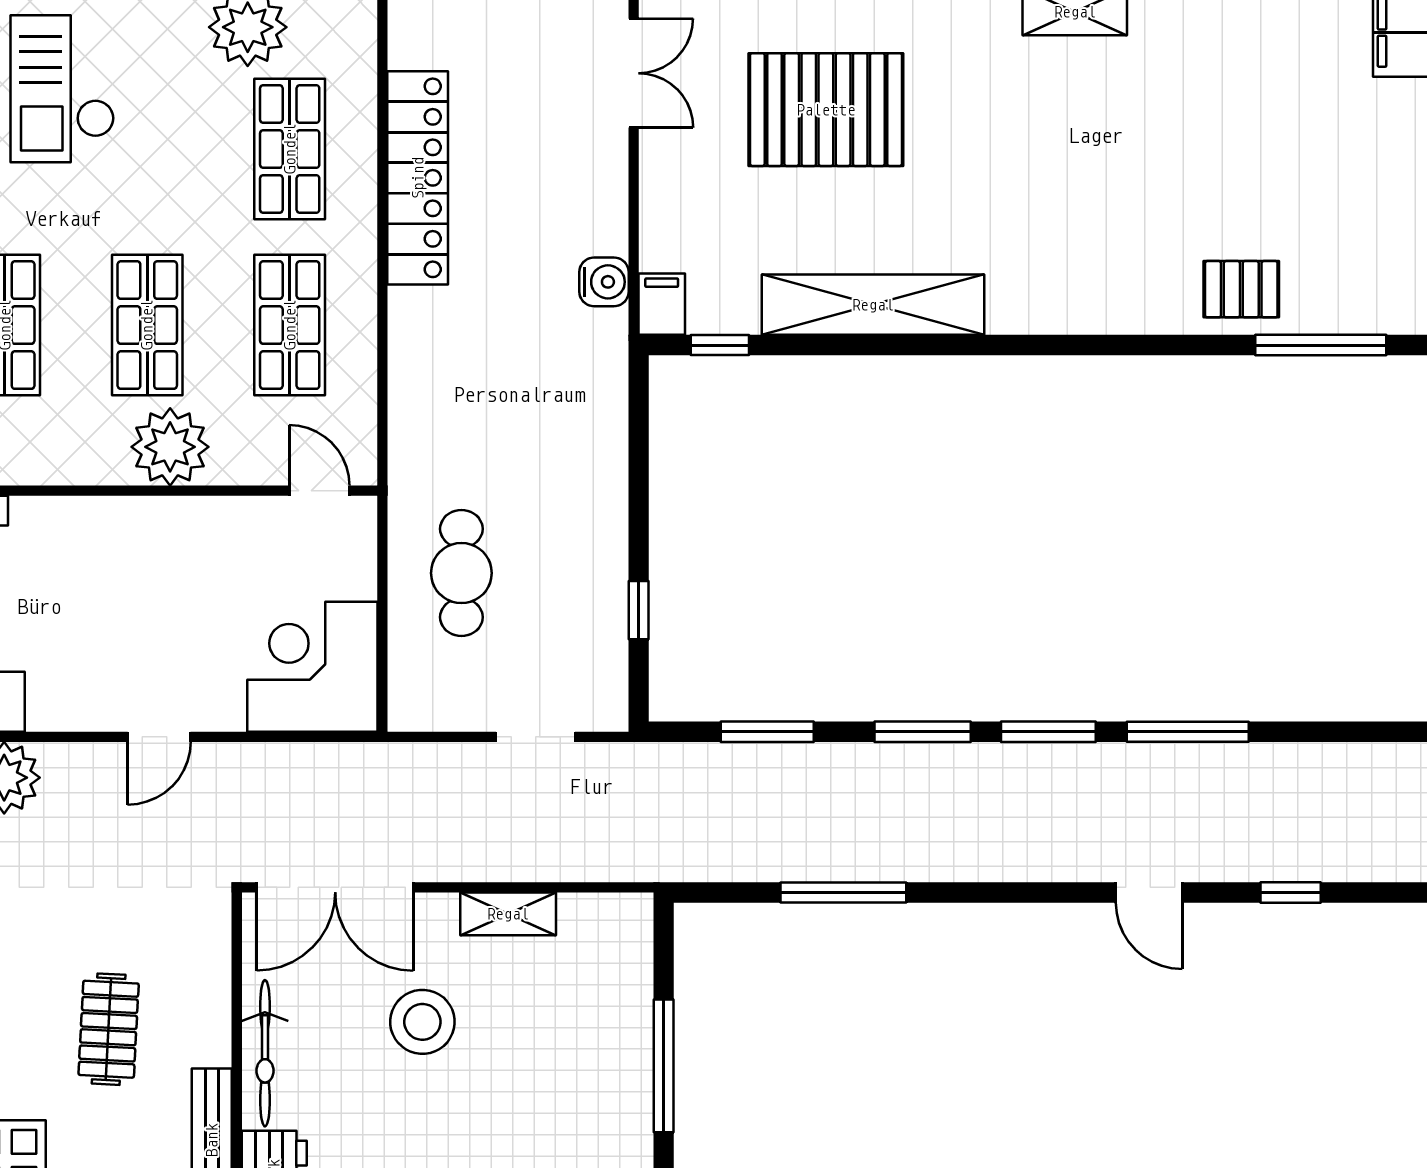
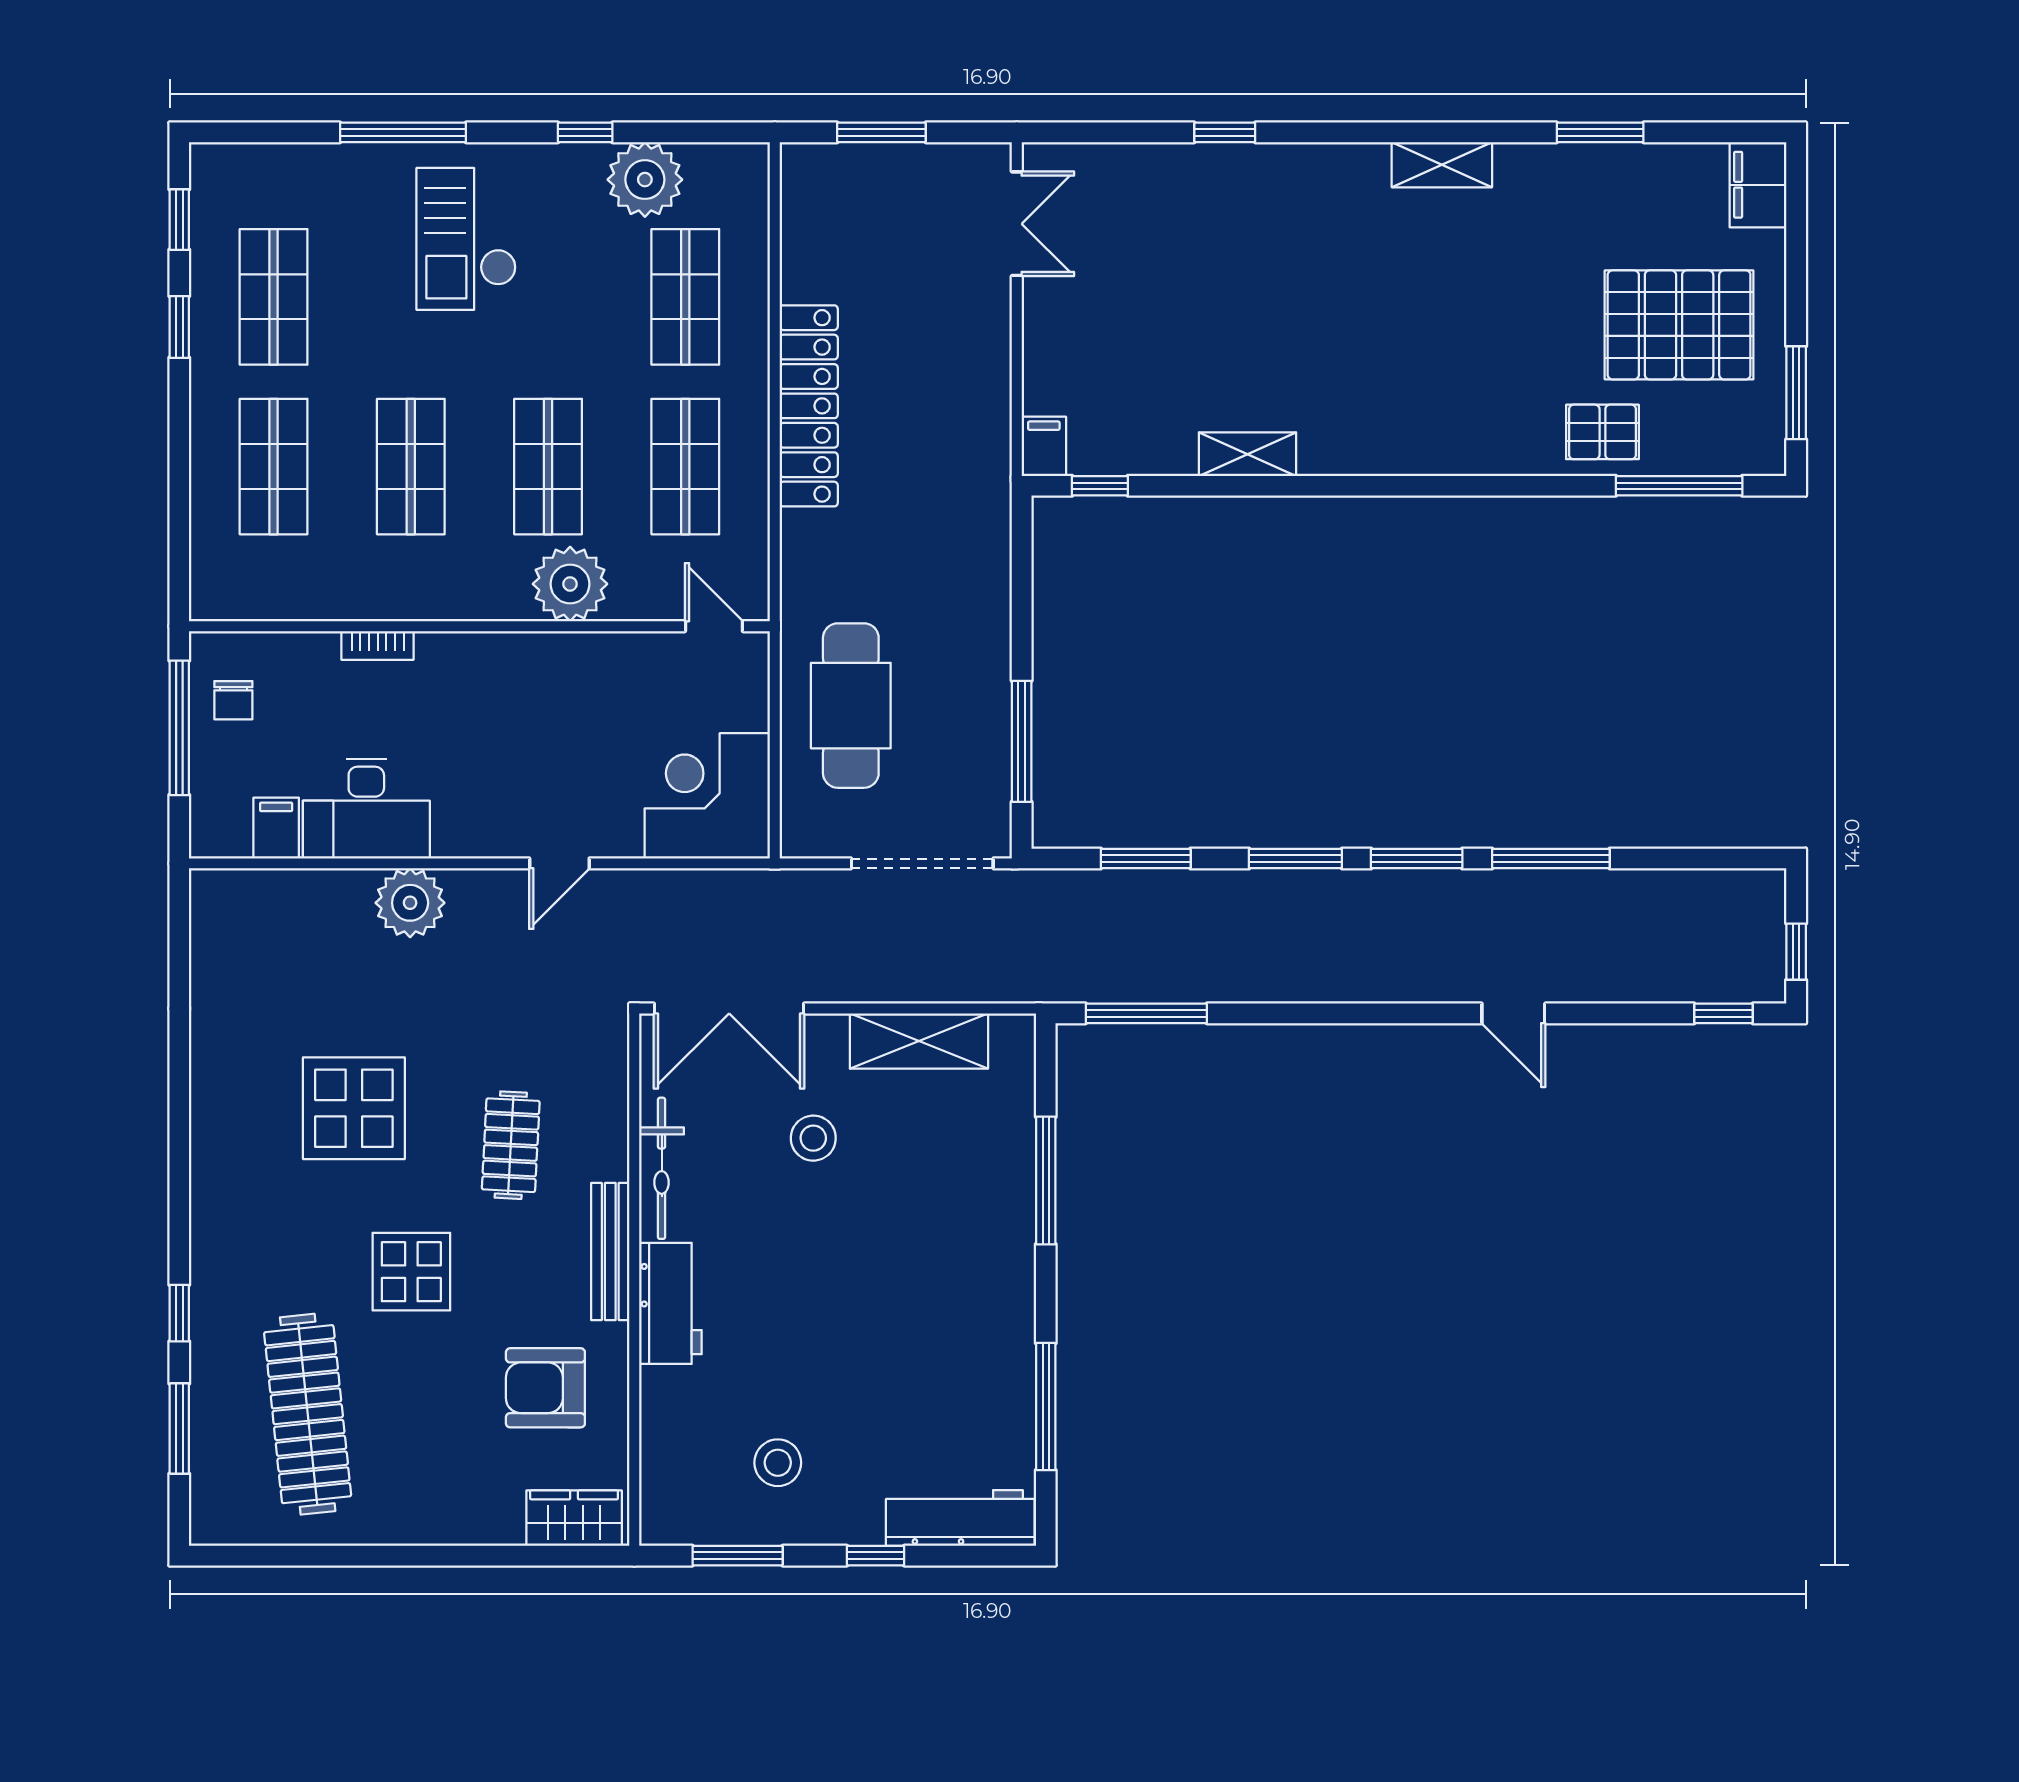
pallet: (826, 110) -> (1679, 325), moved
locker: (418, 178) -> (809, 406), moved
water cooler: (604, 282) -> (988, 425), removed
shelving: (873, 305) -> (1247, 454), width x0.45, depth x0.75
cafe table: (461, 573) -> (851, 706), width x1.37, depth x1.35
window: (639, 610) -> (1022, 741), width x2.17
doorway: (535, 737) -> (922, 863), width x1.88
window: (843, 892) -> (1146, 1013), moved
window: (1291, 892) -> (1723, 1013), moved
shelving: (508, 914) -> (919, 1041), width x1.50, depth x1.33
stool: (422, 1022) -> (813, 1138), width x0.73, depth x0.73

